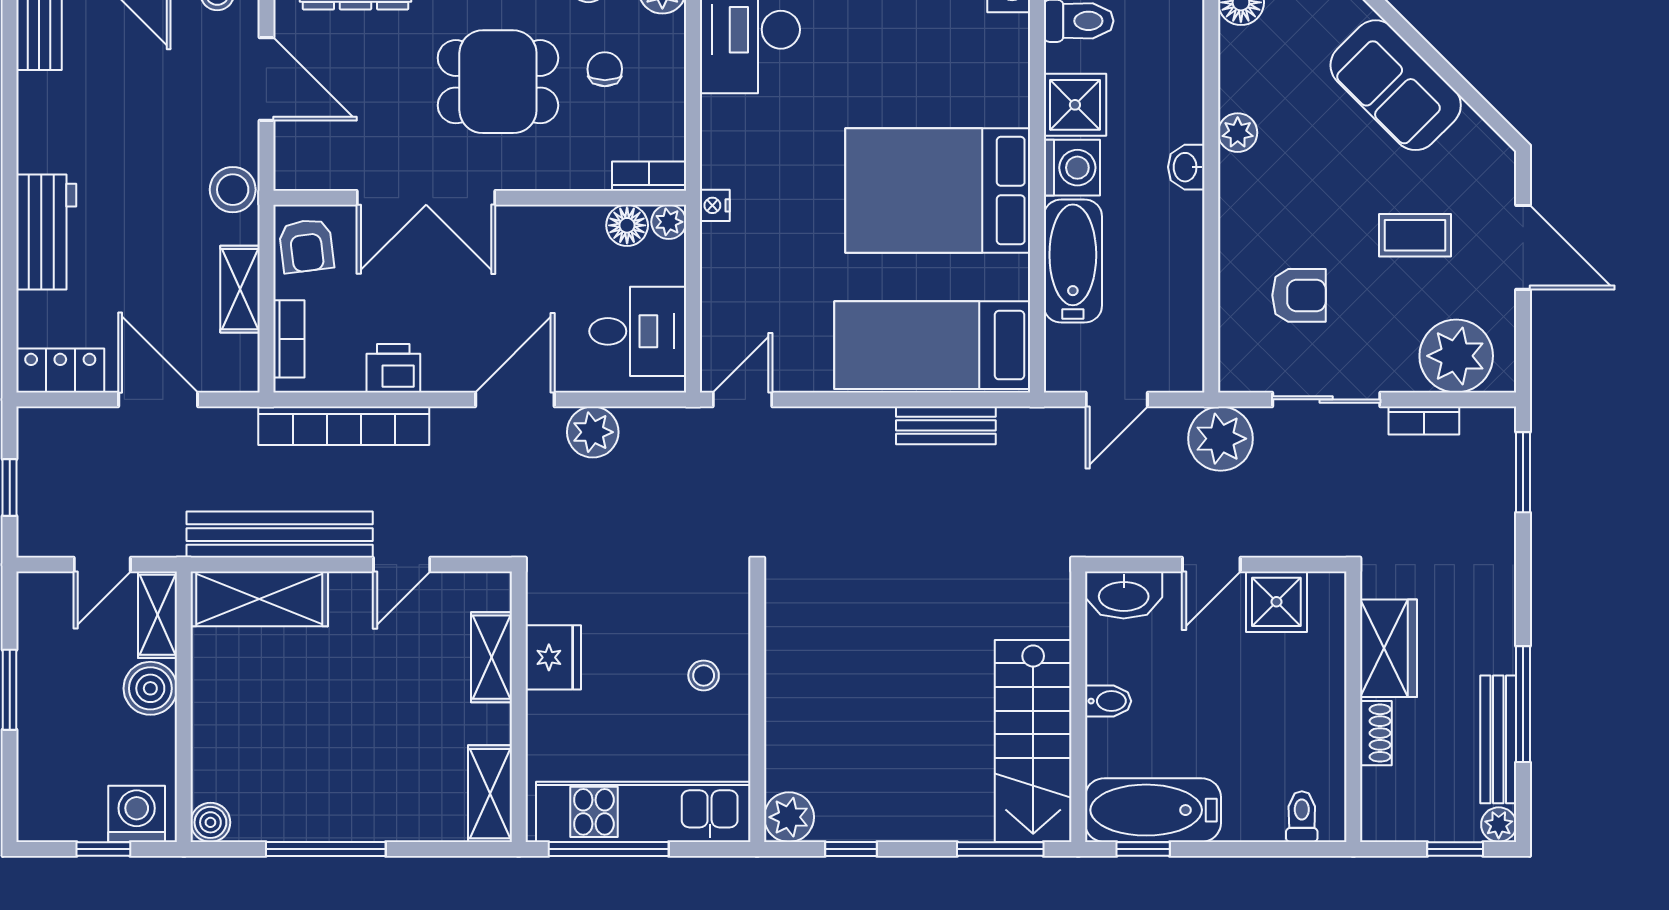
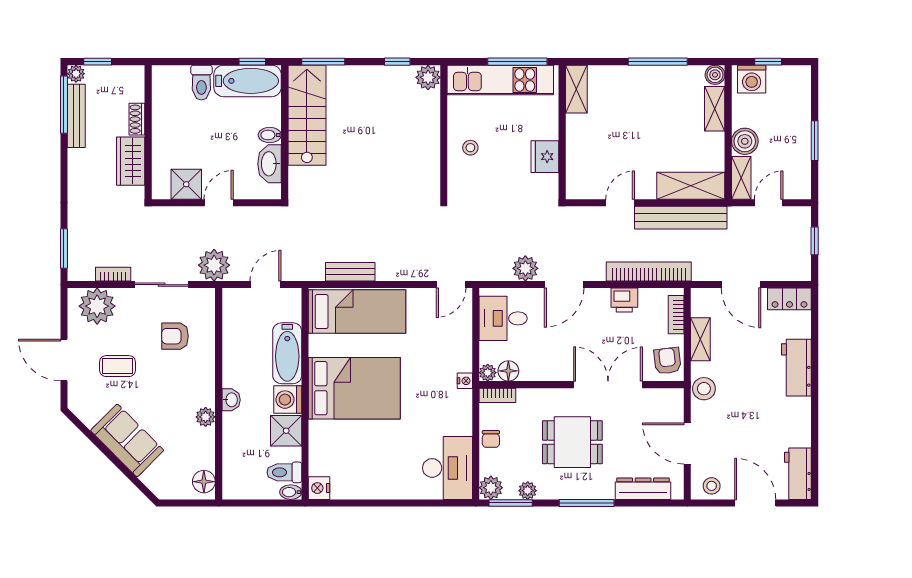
chair: (605, 69) -> (491, 439), moved
washbasin: (1124, 595) -> (269, 164), moved, turned -90
shelving: (492, 657) -> (715, 109), moved
window: (1523, 704) -> (64, 105), moved
toilet: (1302, 817) -> (201, 83), moved, width x1.37, depth x1.39

